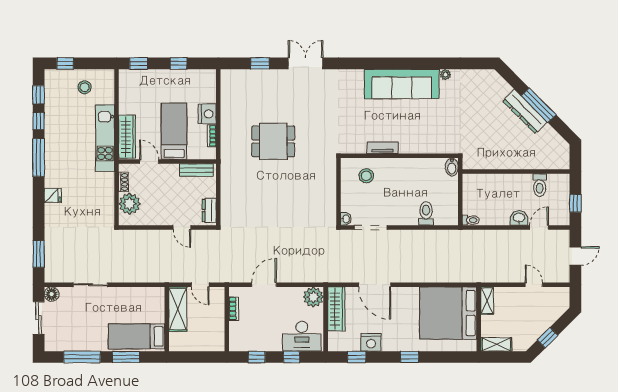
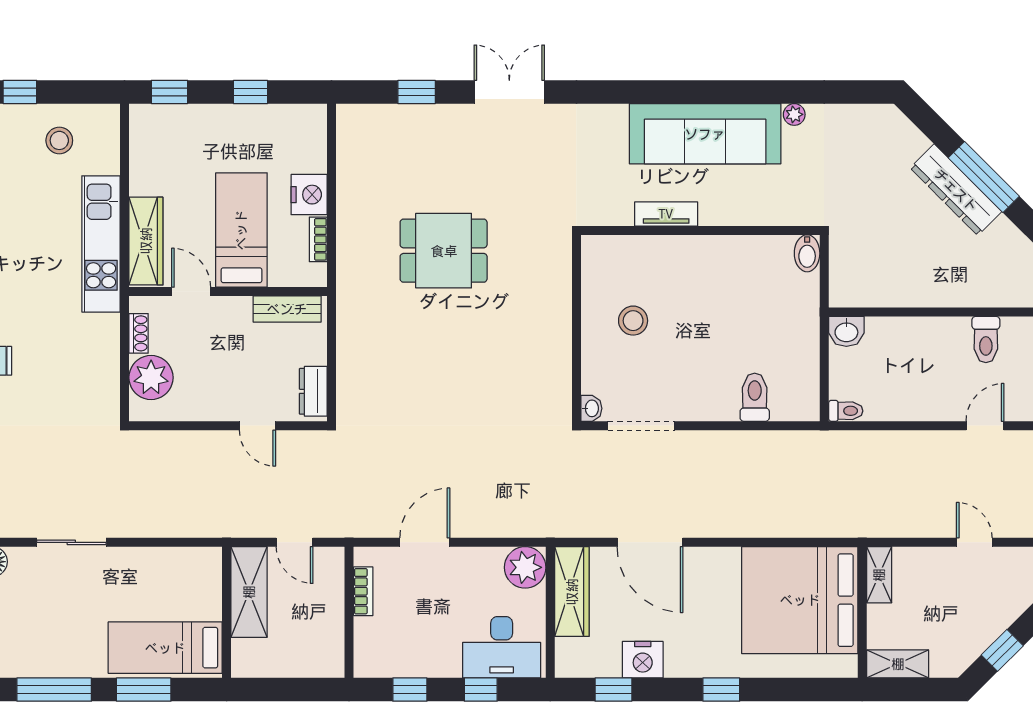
tv unit: (383, 148) -> (666, 214), moved
wall: (399, 156) -> (700, 230), moved
bidet: (452, 167) -> (807, 253), moved
washbasin: (519, 218) -> (846, 331), moved, turned 180

